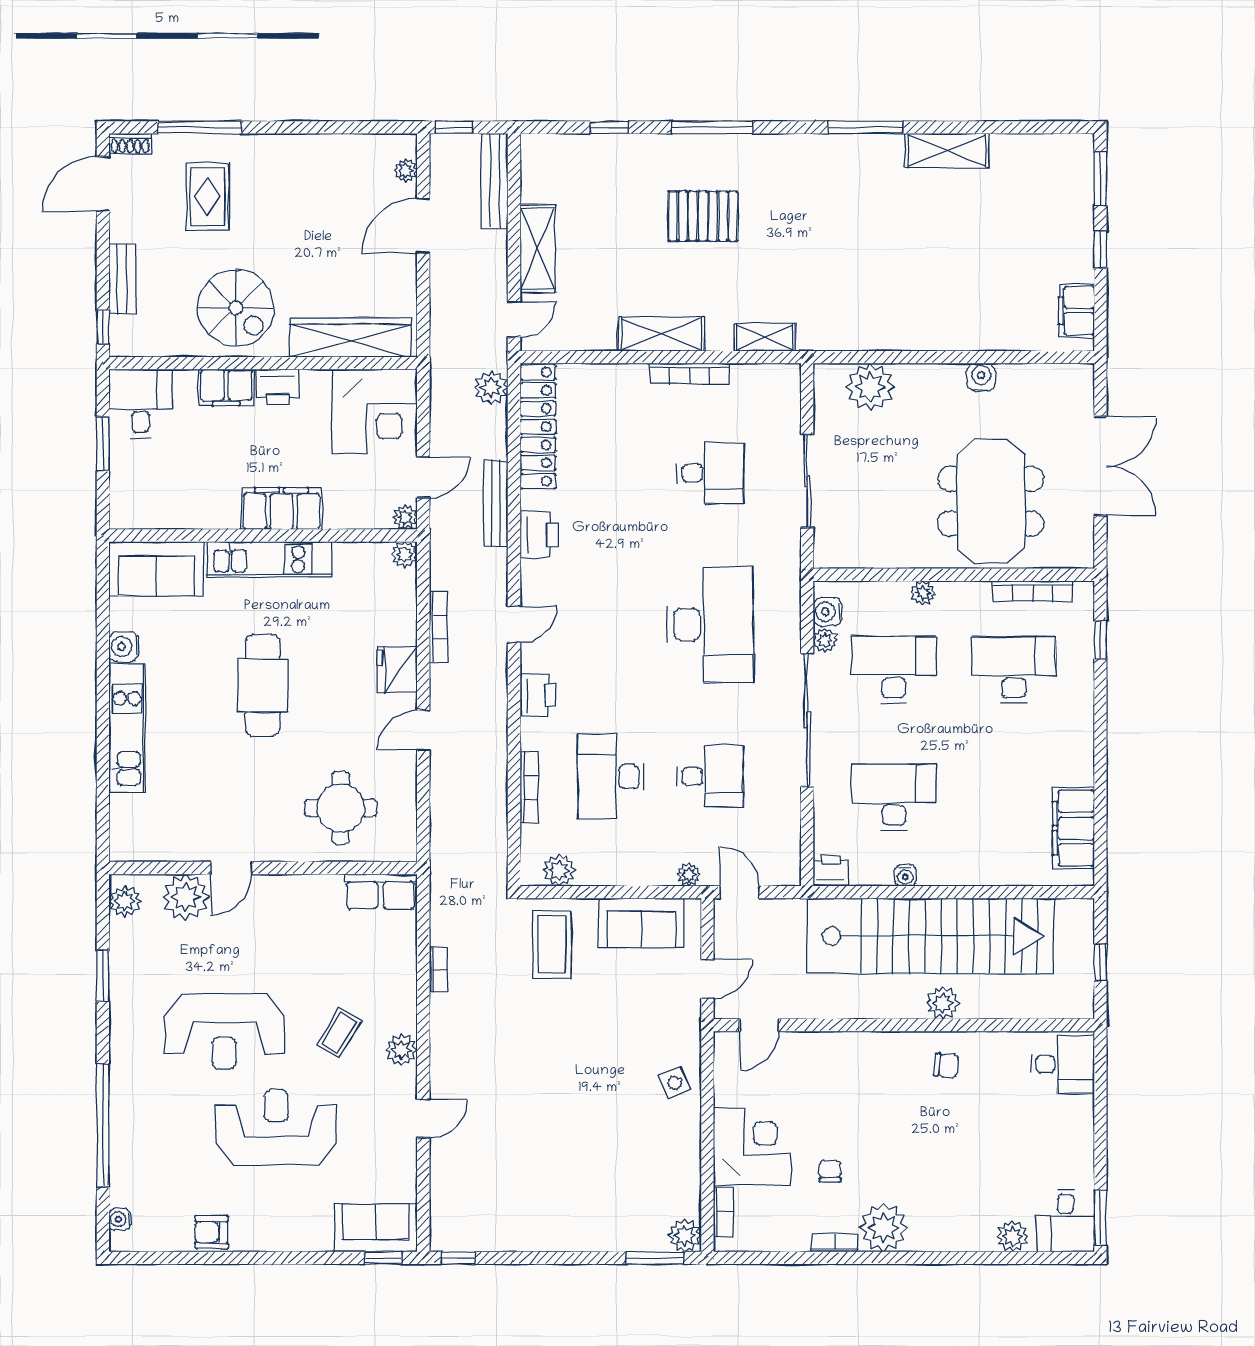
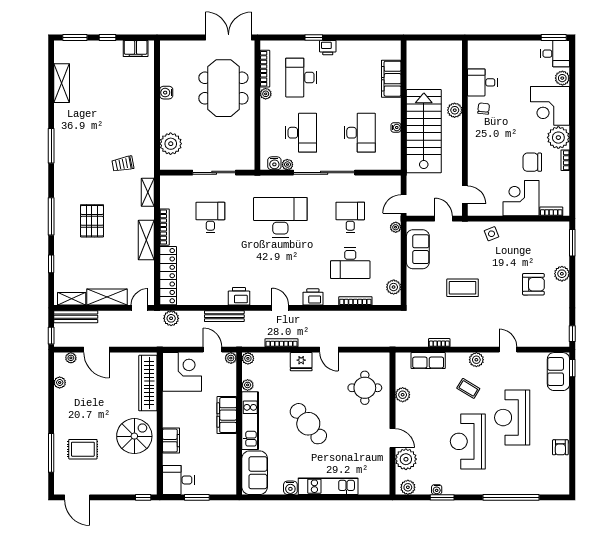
shoe rack: (130, 144) -> (59, 485), removed
plant: (352, 146) -> (60, 383), added
shelving: (947, 150) -> (62, 83), moved
shelving: (534, 172) -> (72, 299), added
bench: (122, 279) -> (121, 488), removed
trolley: (826, 283) -> (123, 164), added
door: (514, 319) -> (140, 308), hinge flipped
printer: (278, 387) -> (171, 417), removed
locker: (538, 427) -> (168, 276), moved, turned 90
double door: (1100, 466) -> (229, 38), moved
meeting table: (991, 501) -> (223, 88), turned 90
plant: (347, 554) -> (248, 385), added
plant: (923, 593) -> (266, 94), moved
window: (1100, 640) -> (314, 38), moved
desk: (894, 670) -> (301, 133), turned 180
cafe table: (263, 685) -> (308, 424), turned 51
desk: (894, 797) -> (360, 133), turned 180
filing cabinet: (1073, 828) -> (391, 79), moved, turned 90
printer: (831, 870) -> (328, 48), moved, turned -90
plant: (326, 890) -> (403, 395), added
row of seats: (381, 892) -> (428, 361), moved, turned 90
stairs: (930, 936) -> (424, 131), width x0.73
coffee table: (552, 944) -> (463, 288), moved
window: (1100, 962) -> (436, 38), removed
reception desk: (224, 1031) -> (468, 441), turned 180
desk: (1063, 1064) -> (482, 82), moved, turned -90
chair: (830, 1171) -> (532, 162), width x1.87, depth x1.87
armchair: (565, 1174) -> (533, 284), added
corner desk: (952, 1210) -> (550, 106), added
water cooler: (120, 1219) -> (437, 490), moved
plant: (685, 1235) -> (562, 274), moved

